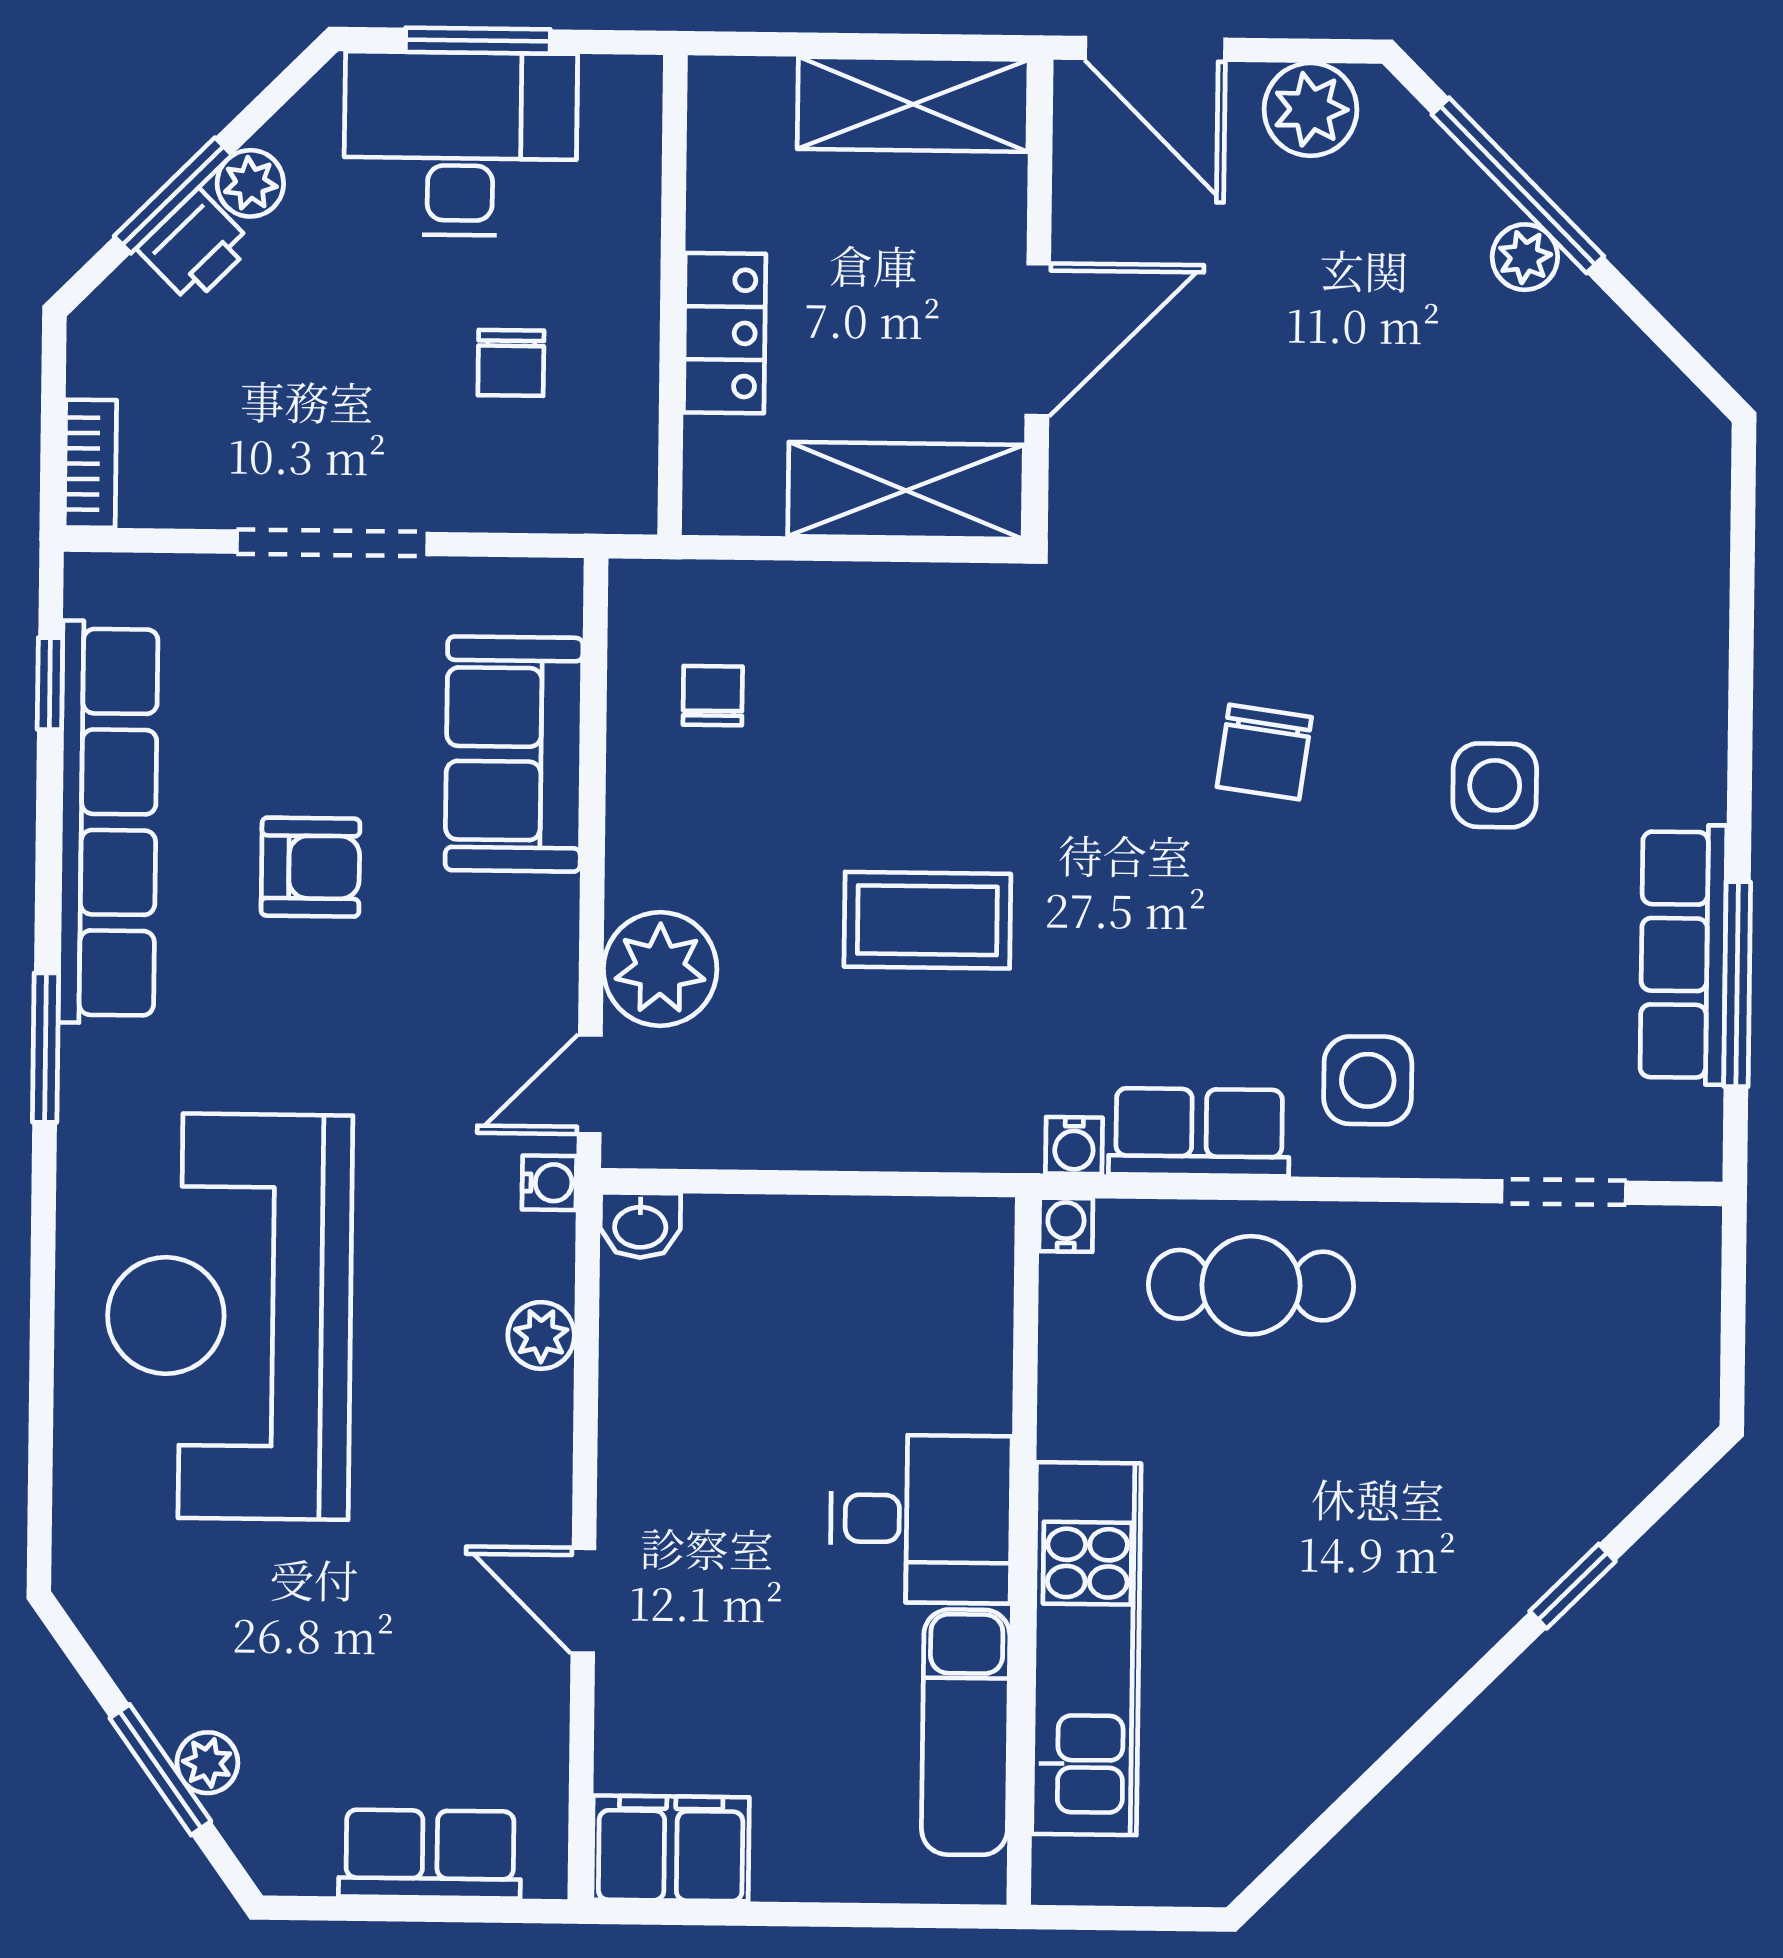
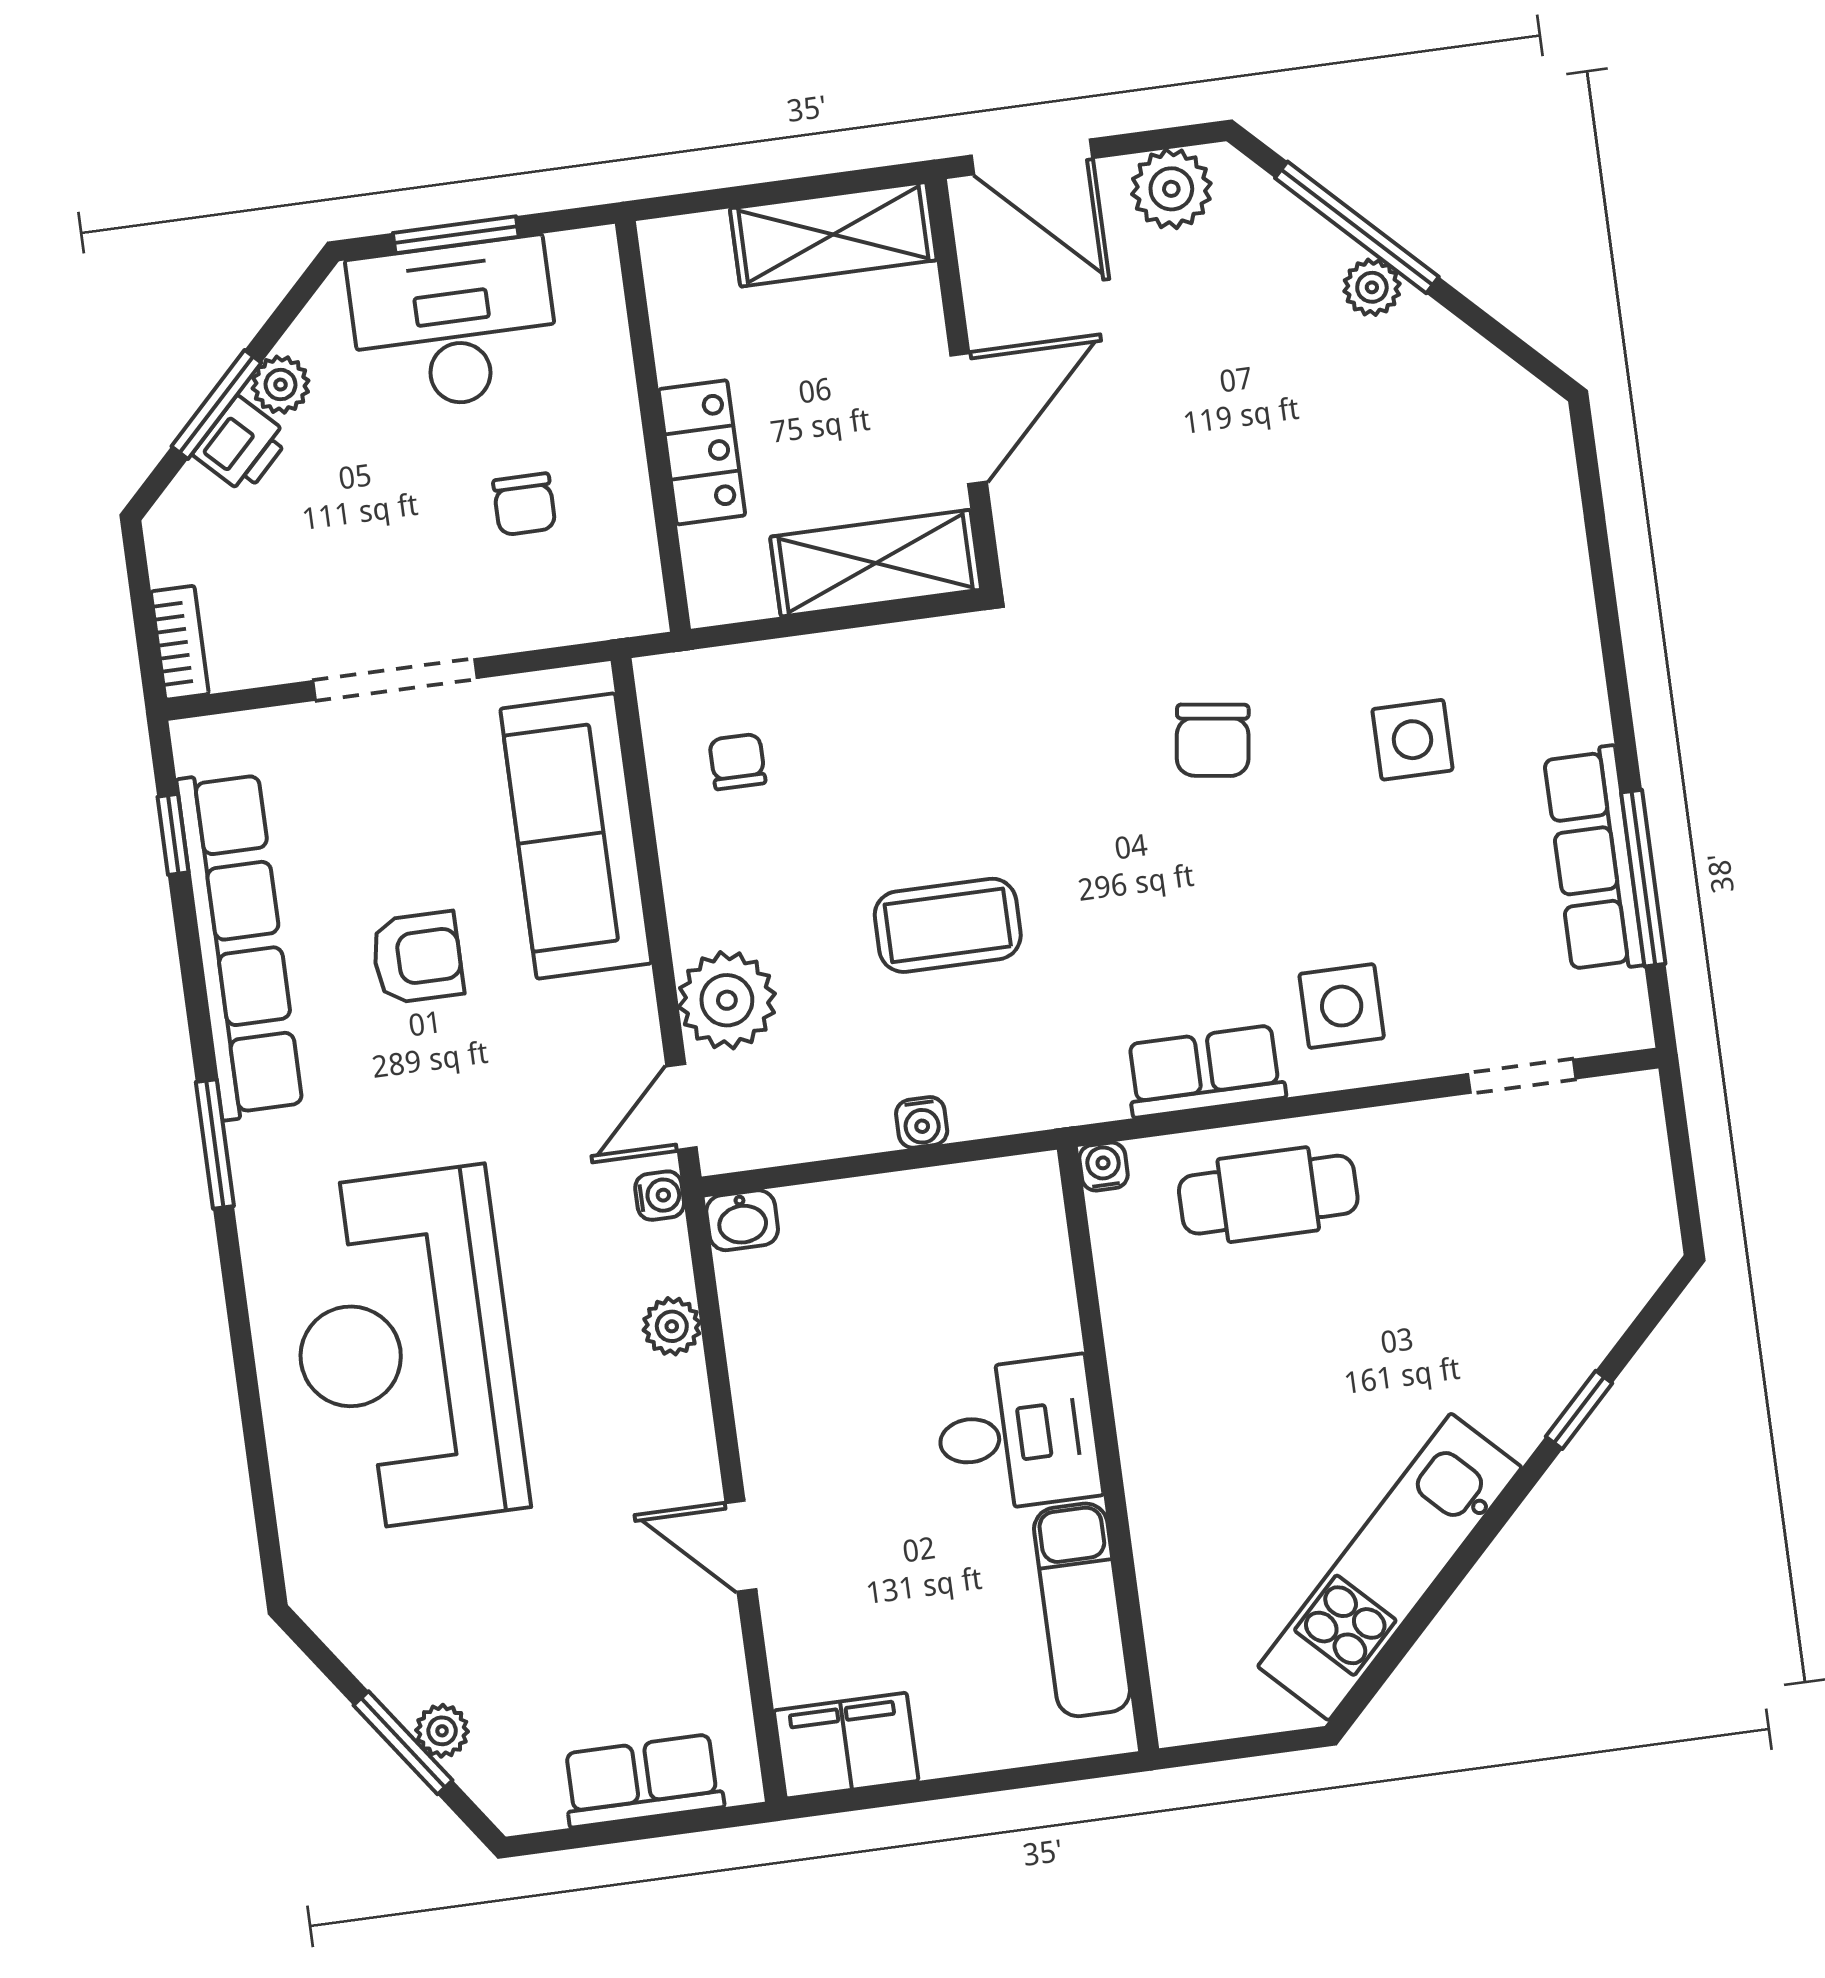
sofa: (514, 754) -> (576, 836), width x1.36
water cooler: (1074, 1146) -> (922, 1122), moved
kitchen unit: (1086, 1649) -> (1390, 1567), moved, turned -135

